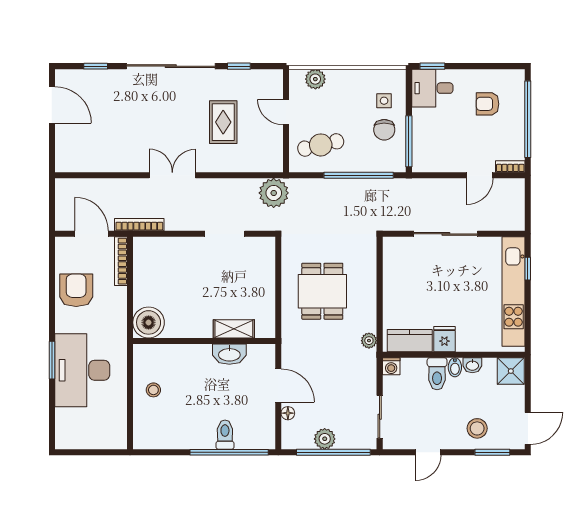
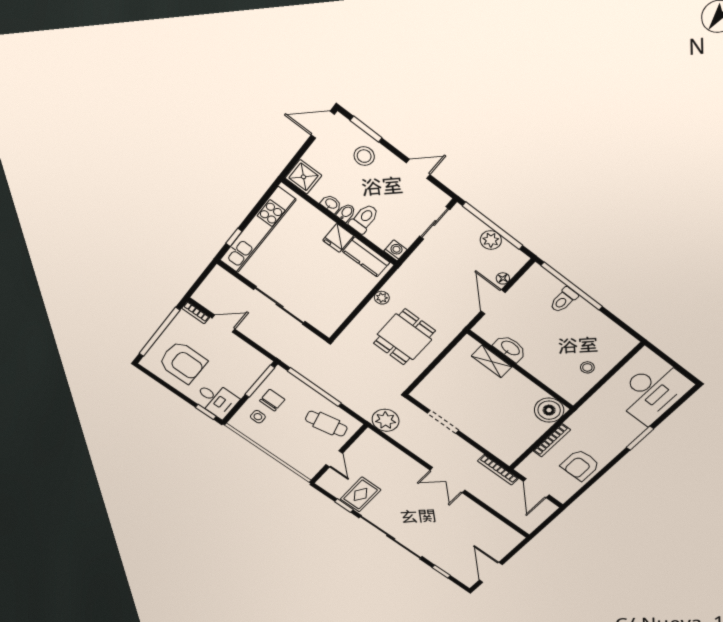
plant: (315, 79) -> (297, 462), removed
armchair: (488, 104) -> (183, 362), width x1.88, depth x1.88
rug: (223, 122) -> (361, 494), moved
bookcase: (121, 261) -> (552, 440), moved
plant: (369, 341) -> (382, 298), moved
desk: (82, 370) -> (653, 392), moved

